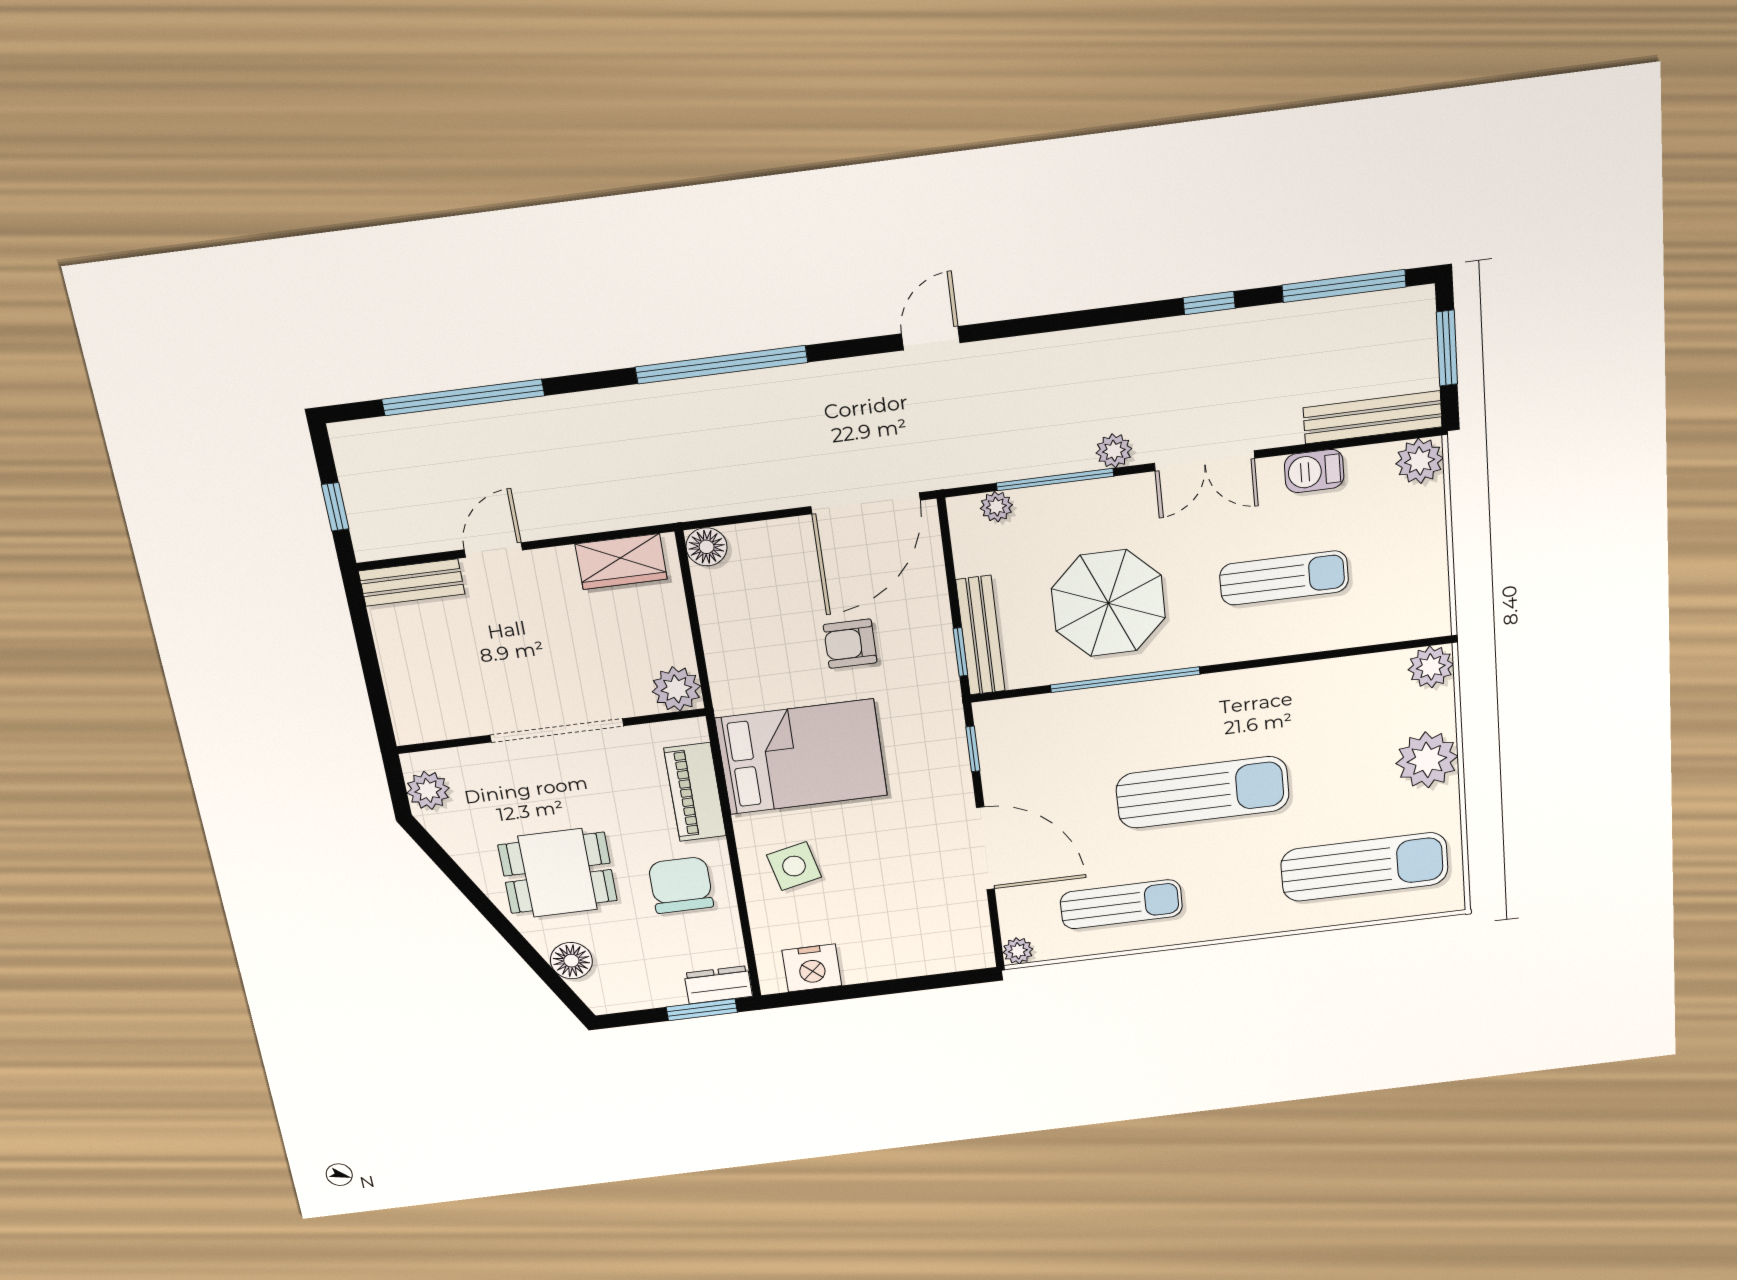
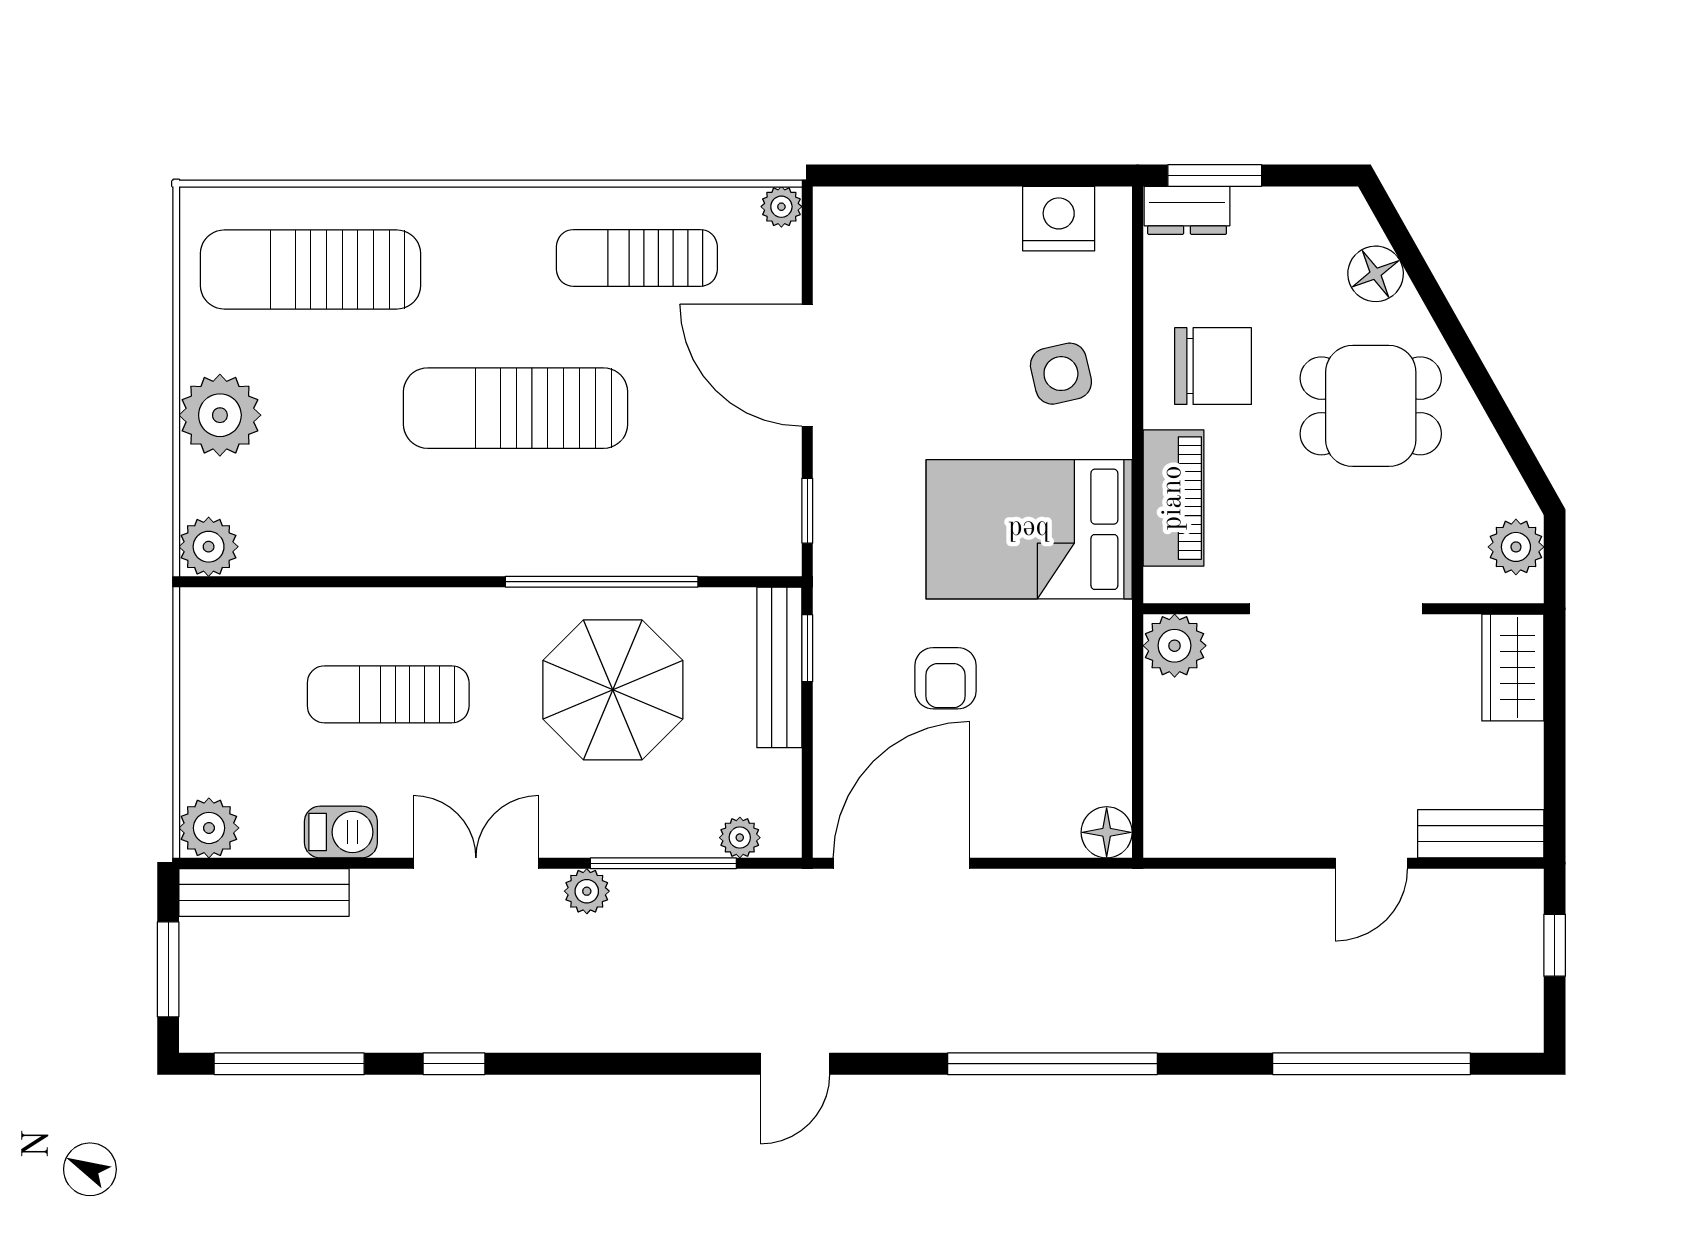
wardrobe: (621, 562) -> (1513, 668), moved, turned -90
armchair: (850, 644) -> (946, 678), turned 90
chair: (681, 885) -> (1213, 366), turned -90

